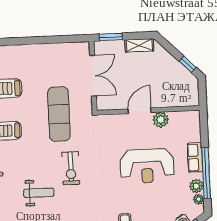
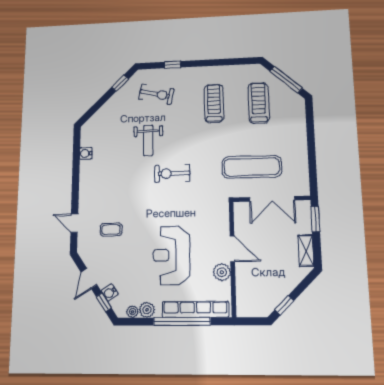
exercise mat: (59, 114) -> (252, 167), moved
row of seats: (195, 157) -> (195, 309), width x2.02
window: (206, 173) -> (182, 321), moved

